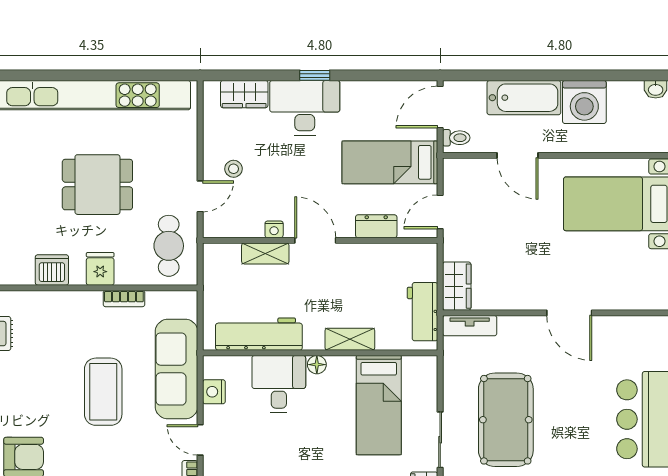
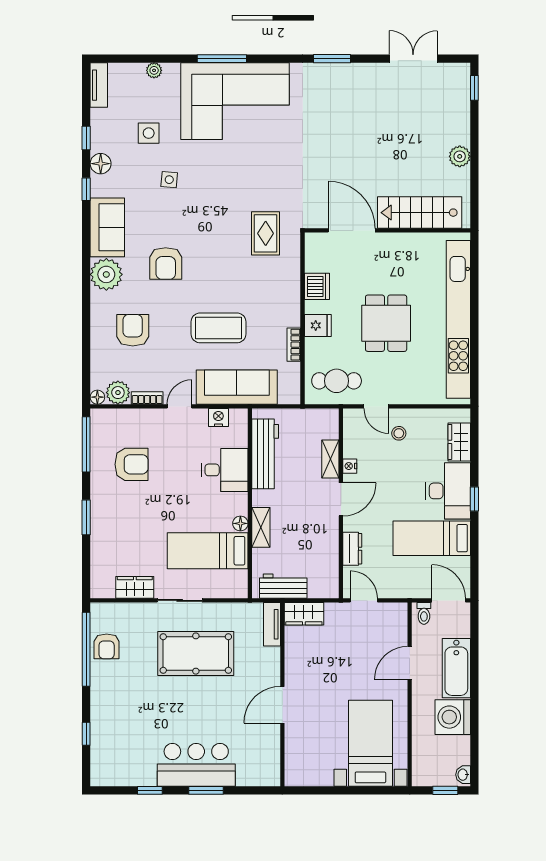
bed: (390, 162) -> (432, 538), moved, turned -90
floor lamp: (317, 365) -> (240, 523), moved

